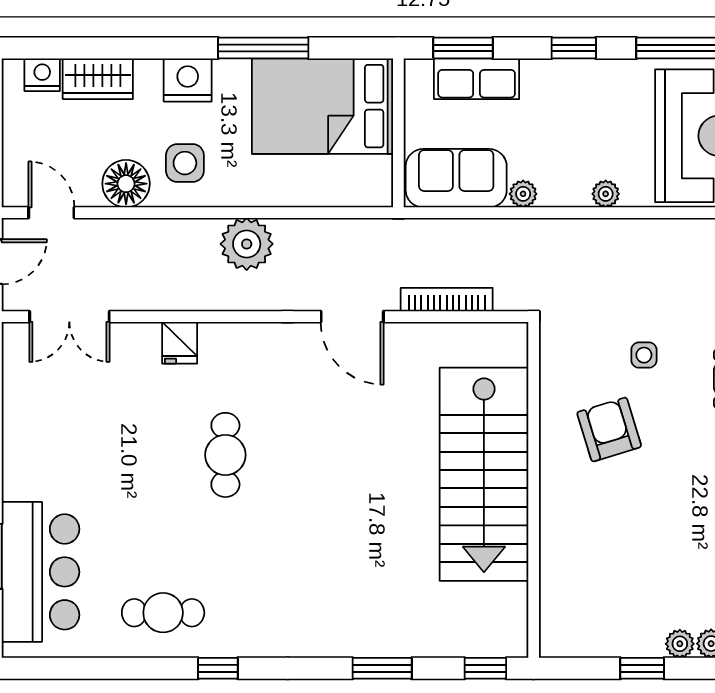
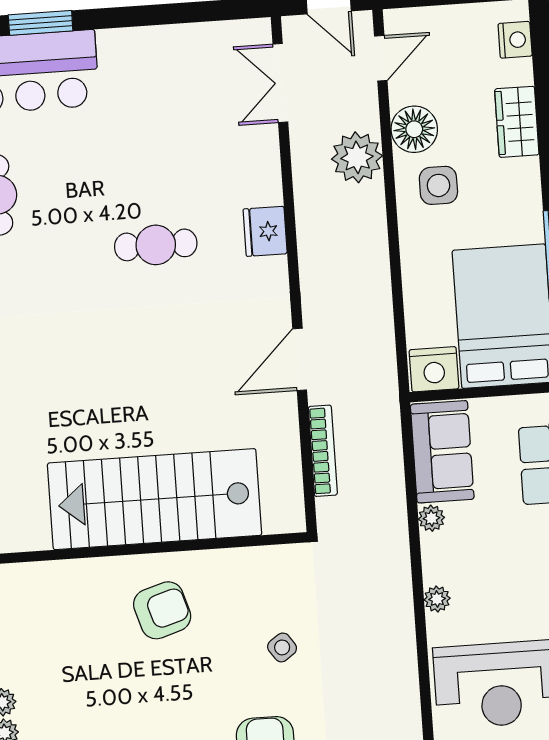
wardrobe: (98, 79) -> (517, 122), moved
nightstand: (188, 80) -> (434, 369), moved, turned 90
plant: (247, 244) -> (357, 157), moved
fridge: (180, 343) -> (265, 231), moved, width x1.38
side table: (644, 355) -> (282, 647), turned -35
armchair: (609, 429) -> (162, 610), moved

